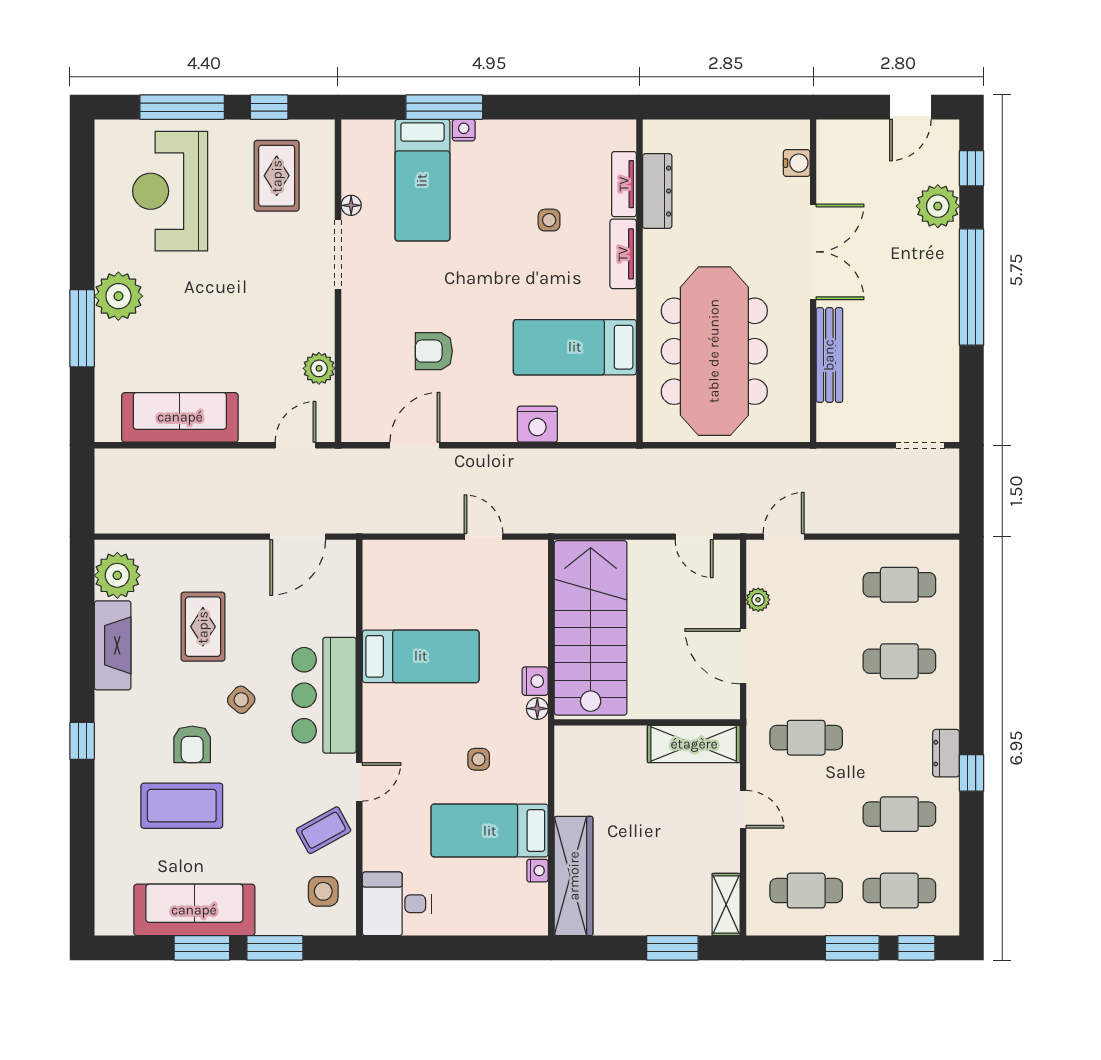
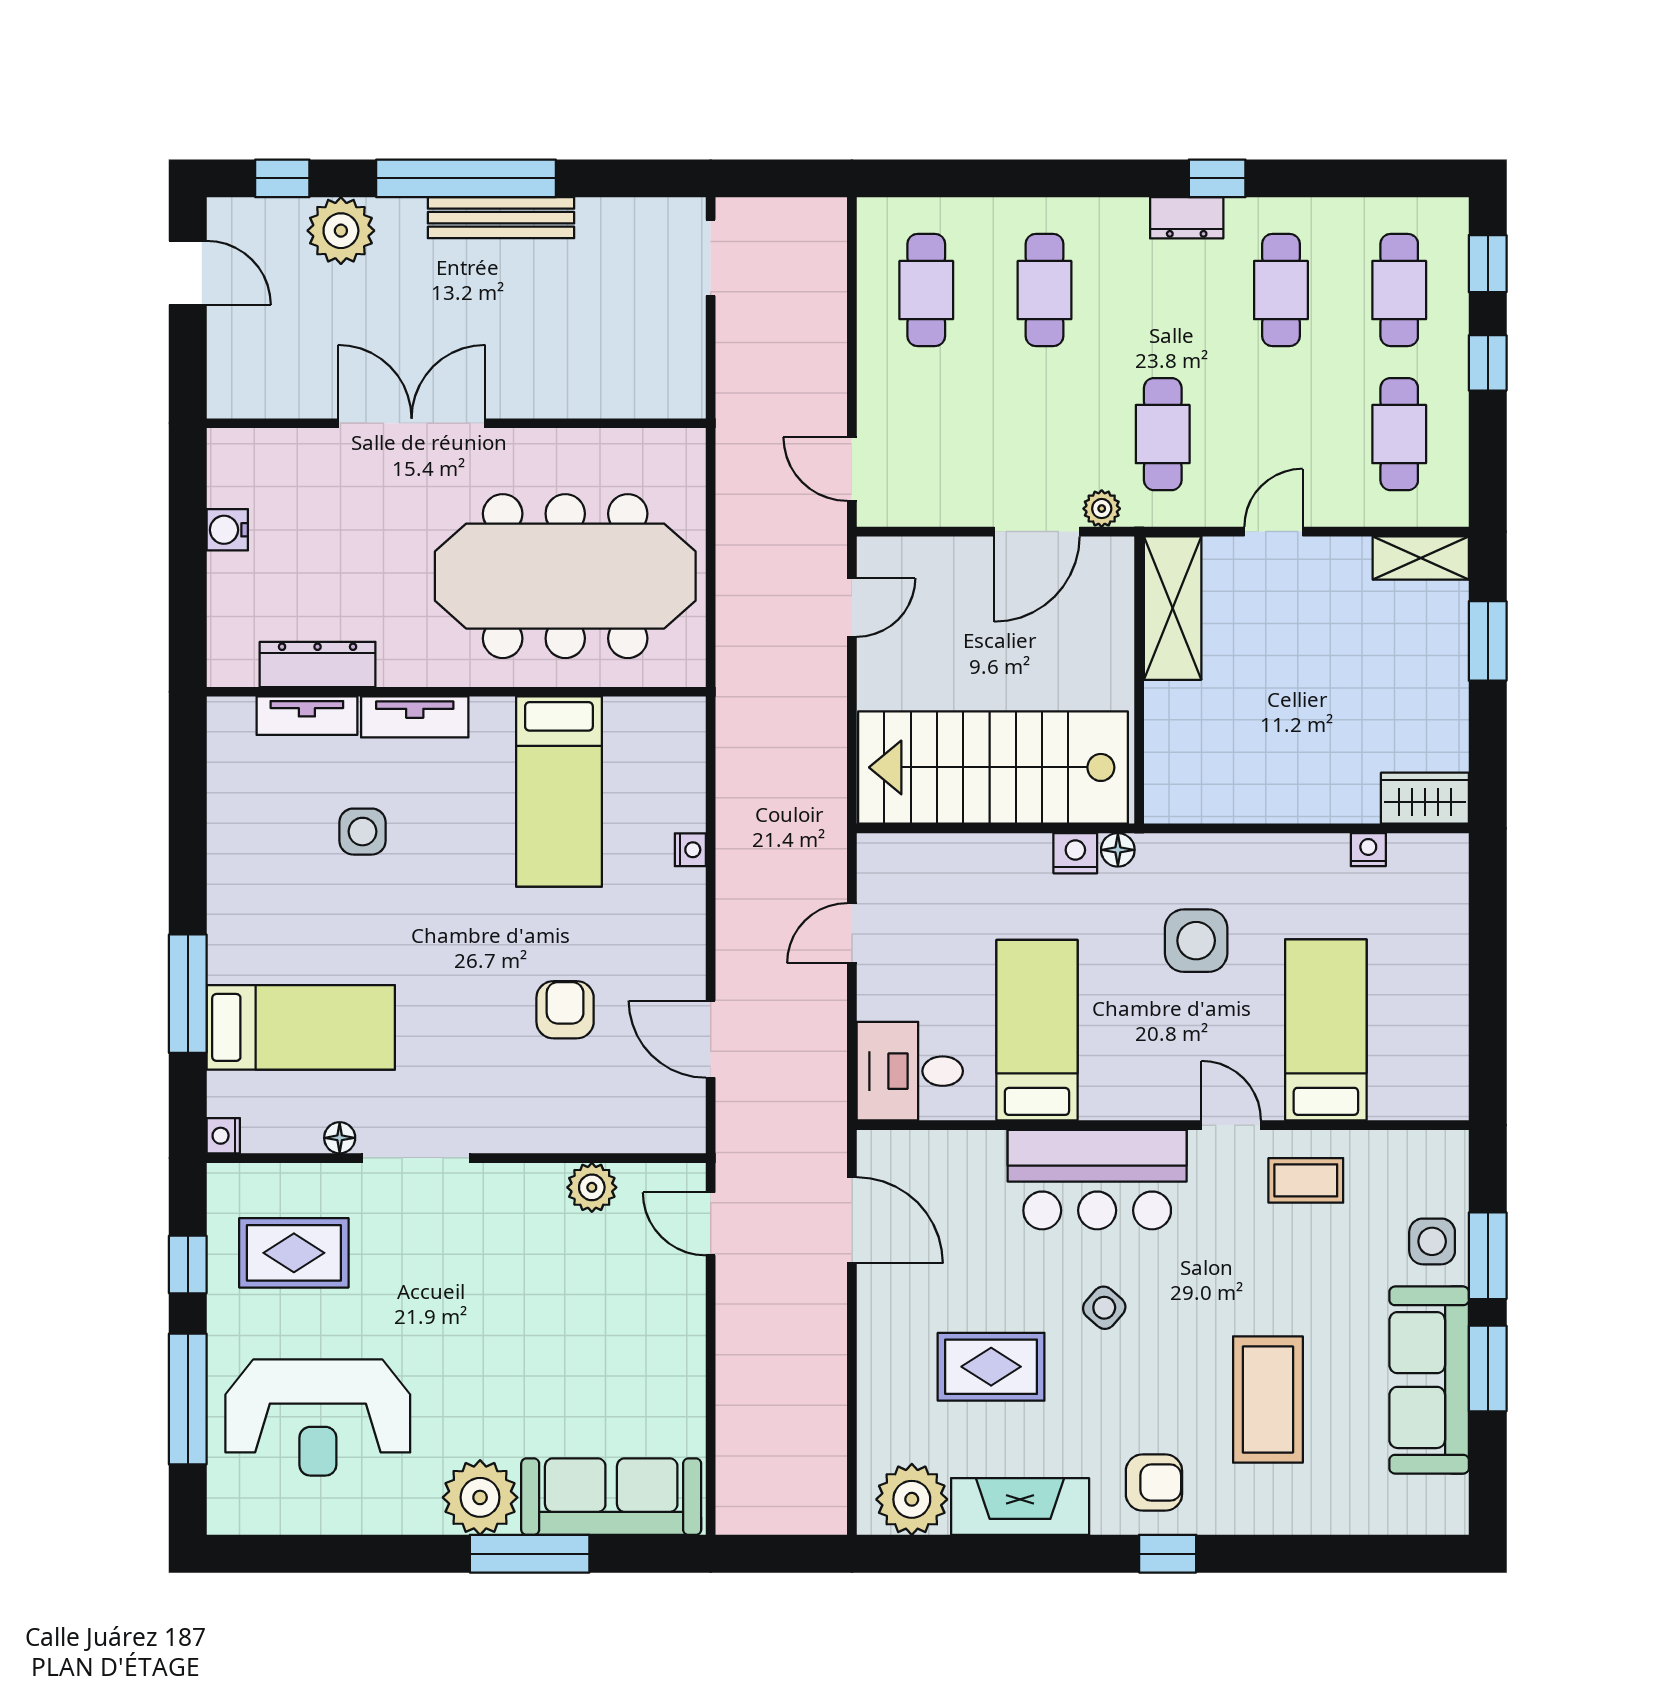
nightstand: (464, 130) -> (223, 1136), moved
water cooler: (797, 163) -> (227, 530), moved, turned -90
side table: (549, 220) -> (362, 832), width x1.37, depth x1.37
armchair: (434, 351) -> (565, 1010), turned 180
bench: (829, 355) -> (501, 218), moved
sofa: (180, 417) -> (611, 1497), moved, turned 90
nightstand: (537, 424) -> (690, 850), width x0.53, depth x0.56
plant: (758, 600) -> (1102, 509), moved
armchair: (192, 744) -> (1154, 1482), moved
side table: (479, 759) -> (1196, 941), width x1.87, depth x1.87
coffee table: (324, 830) -> (1306, 1180), turned -61
bed: (490, 831) -> (1326, 1030), moved, turned 180
wardrobe: (574, 876) -> (1425, 798), width x0.48, depth x0.85
side table: (323, 891) -> (1432, 1241), moved
desk: (397, 904) -> (910, 1071), moved, turned 90
window: (852, 948) -> (1488, 363), width x0.67

